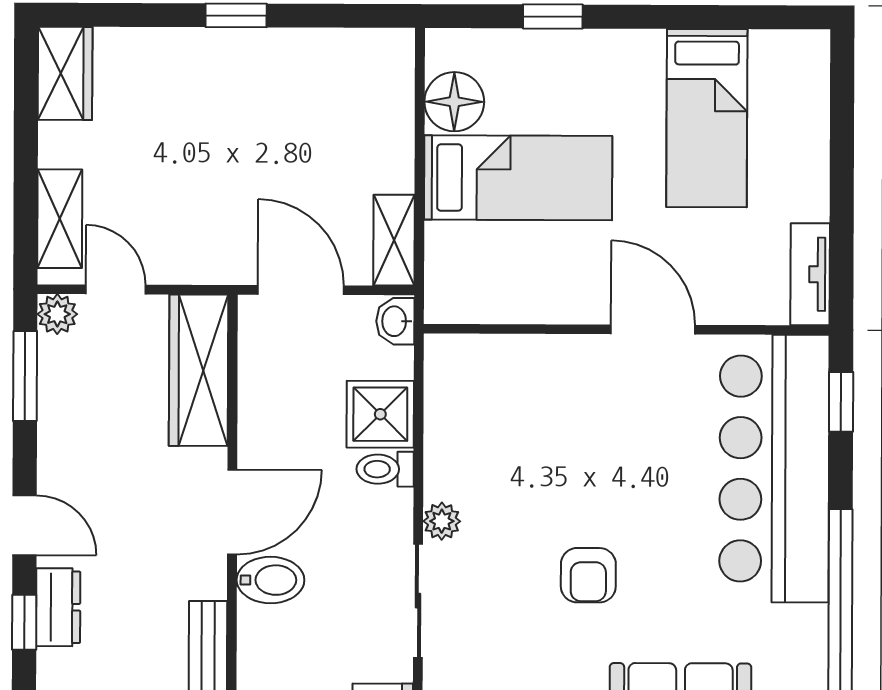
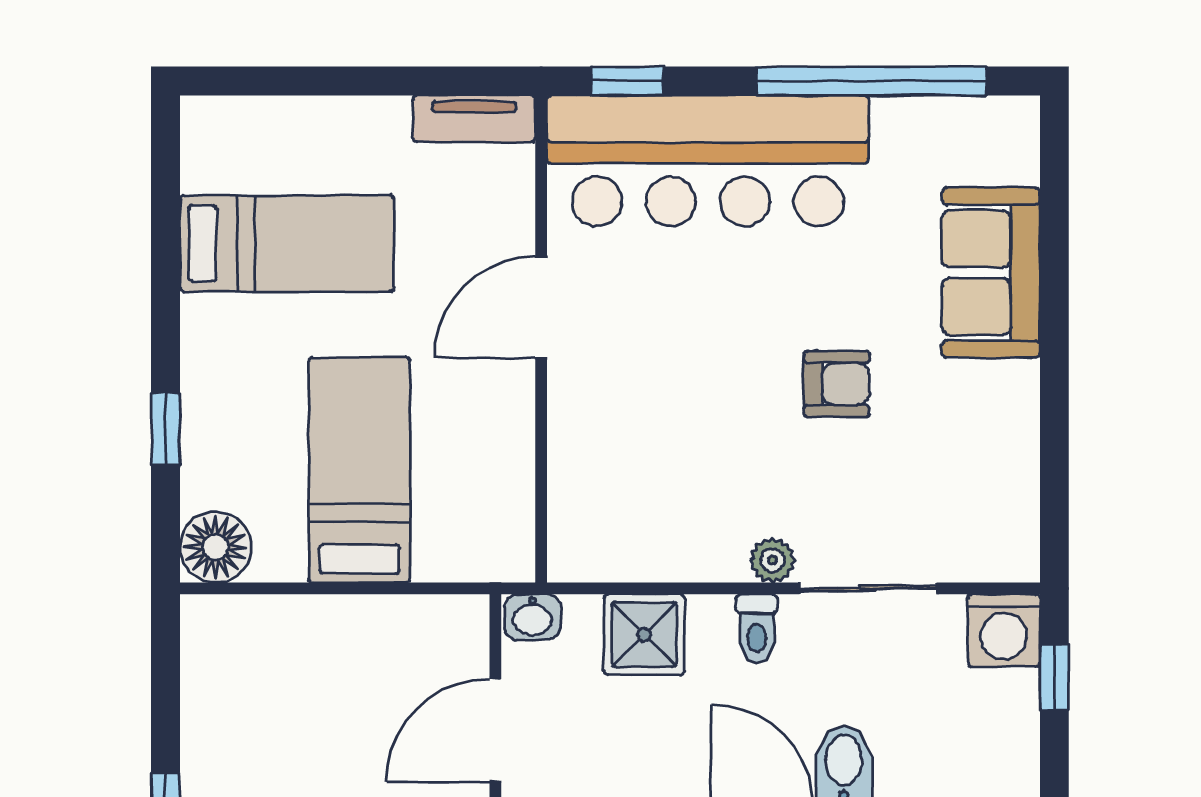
floor lamp: (454, 102) -> (216, 547), moved
shelving: (394, 240) -> (435, 619), removed
toilet: (385, 469) -> (757, 629), moved

